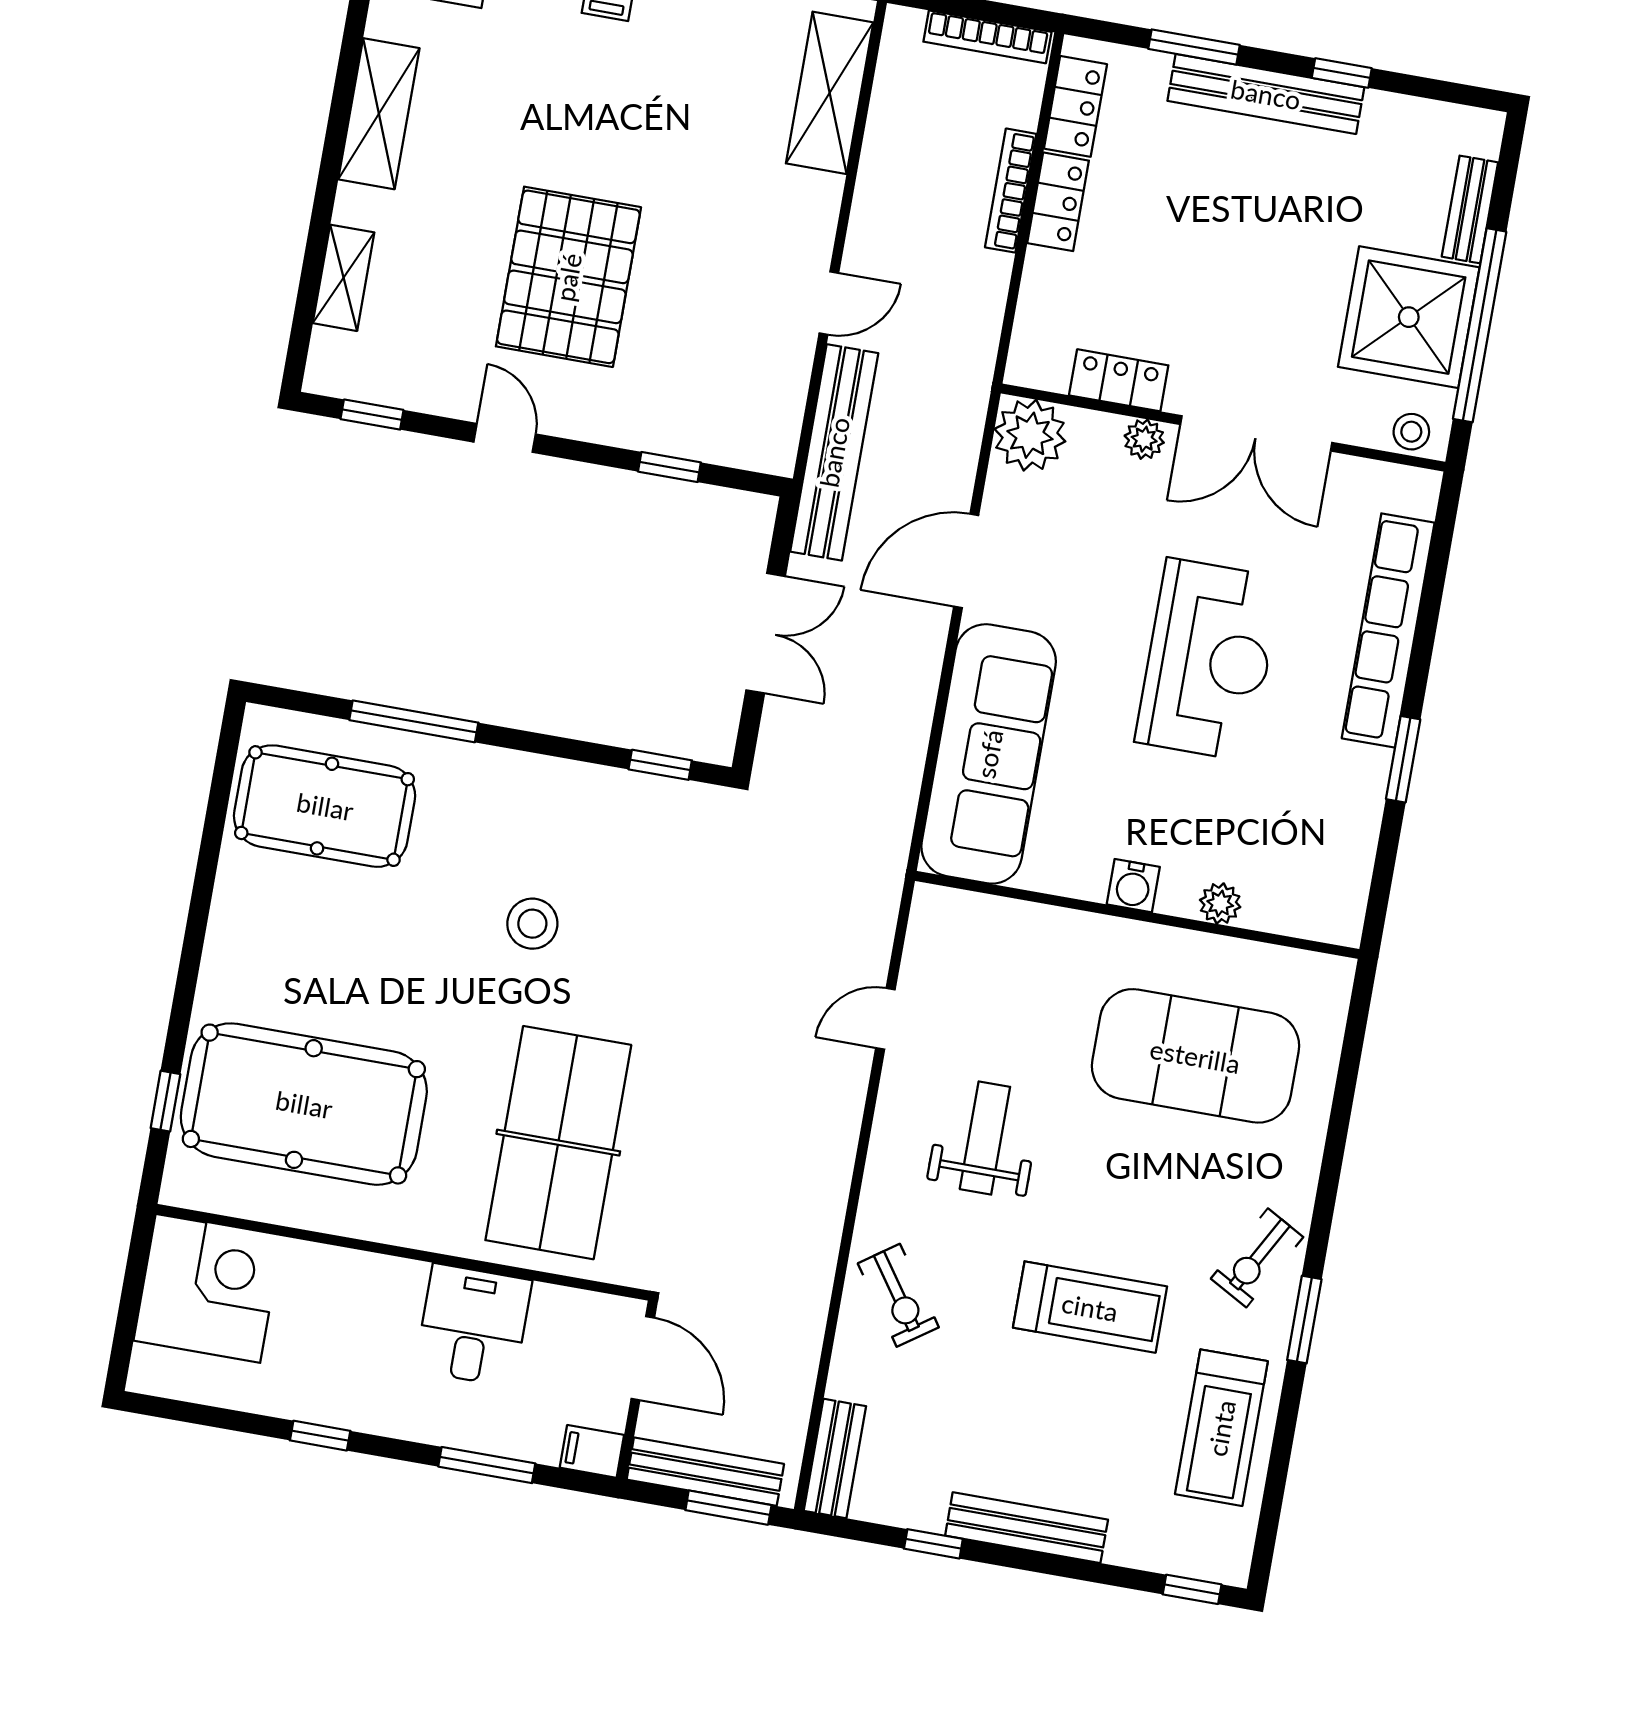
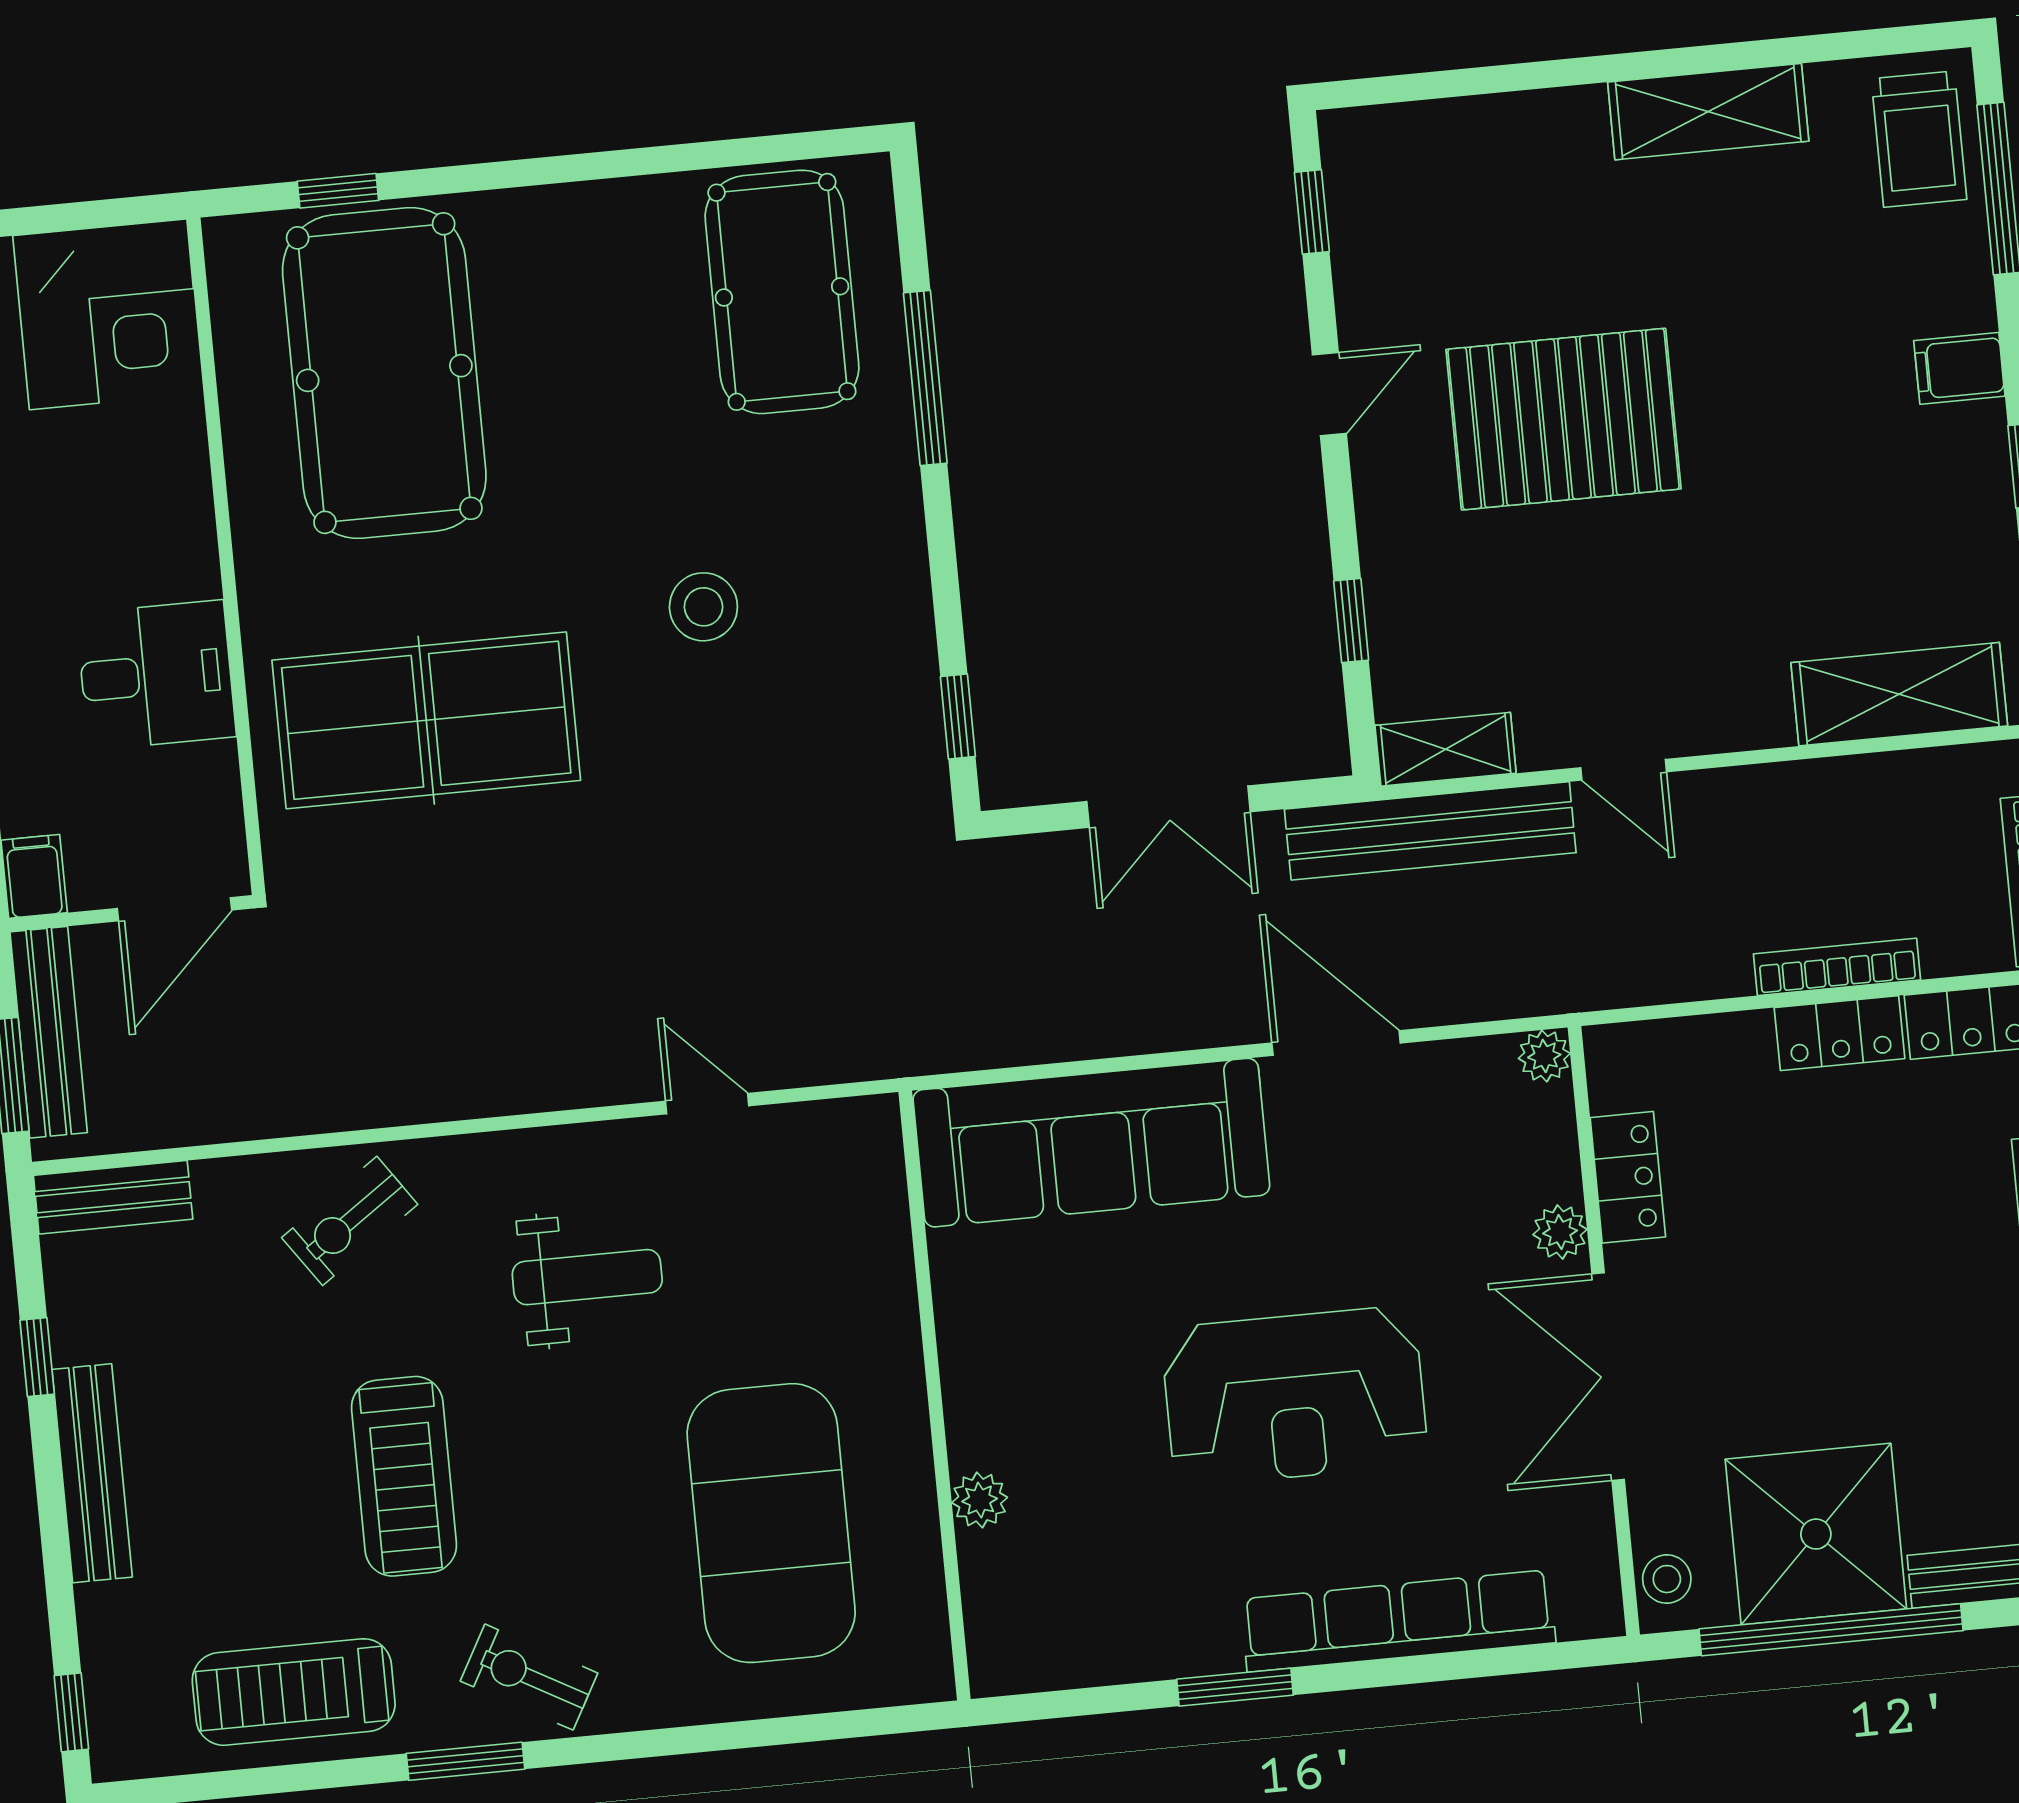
shelving: (344, 278) -> (1446, 749), moved
plant: (1030, 435) -> (1544, 1056), width x0.53, depth x0.53
water cooler: (1133, 886) -> (971, 1380), removed

